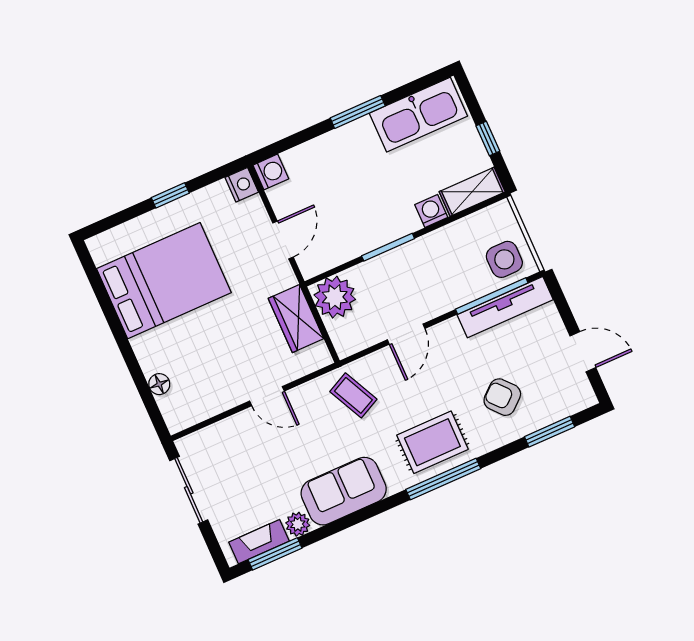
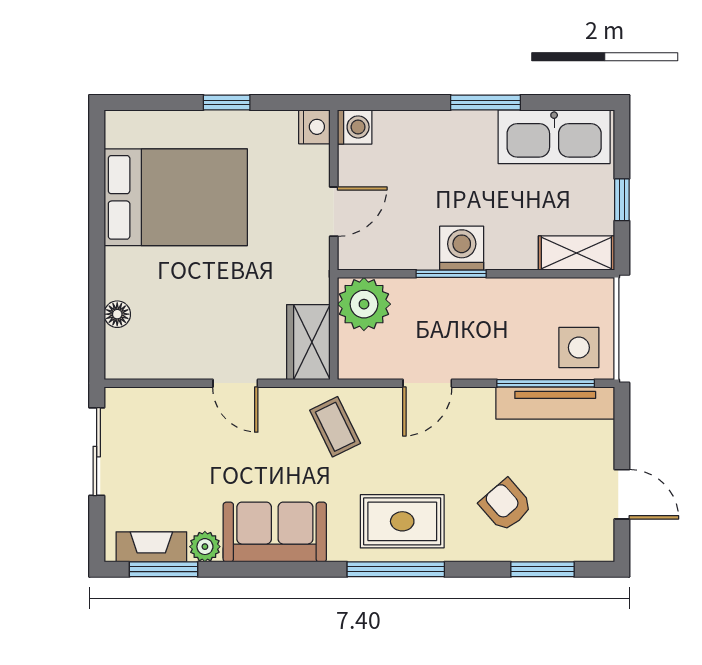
washing machine: (431, 211) -> (462, 248), moved, width x1.38, depth x1.38
wardrobe: (296, 319) -> (308, 342), moved

